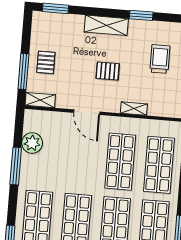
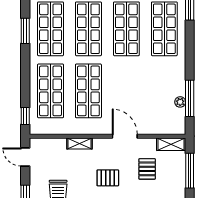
pallet: (46, 62) -> (147, 169), moved
plant: (32, 143) -> (180, 102), width x0.53, depth x0.53
window: (16, 166) -> (190, 98), moved

